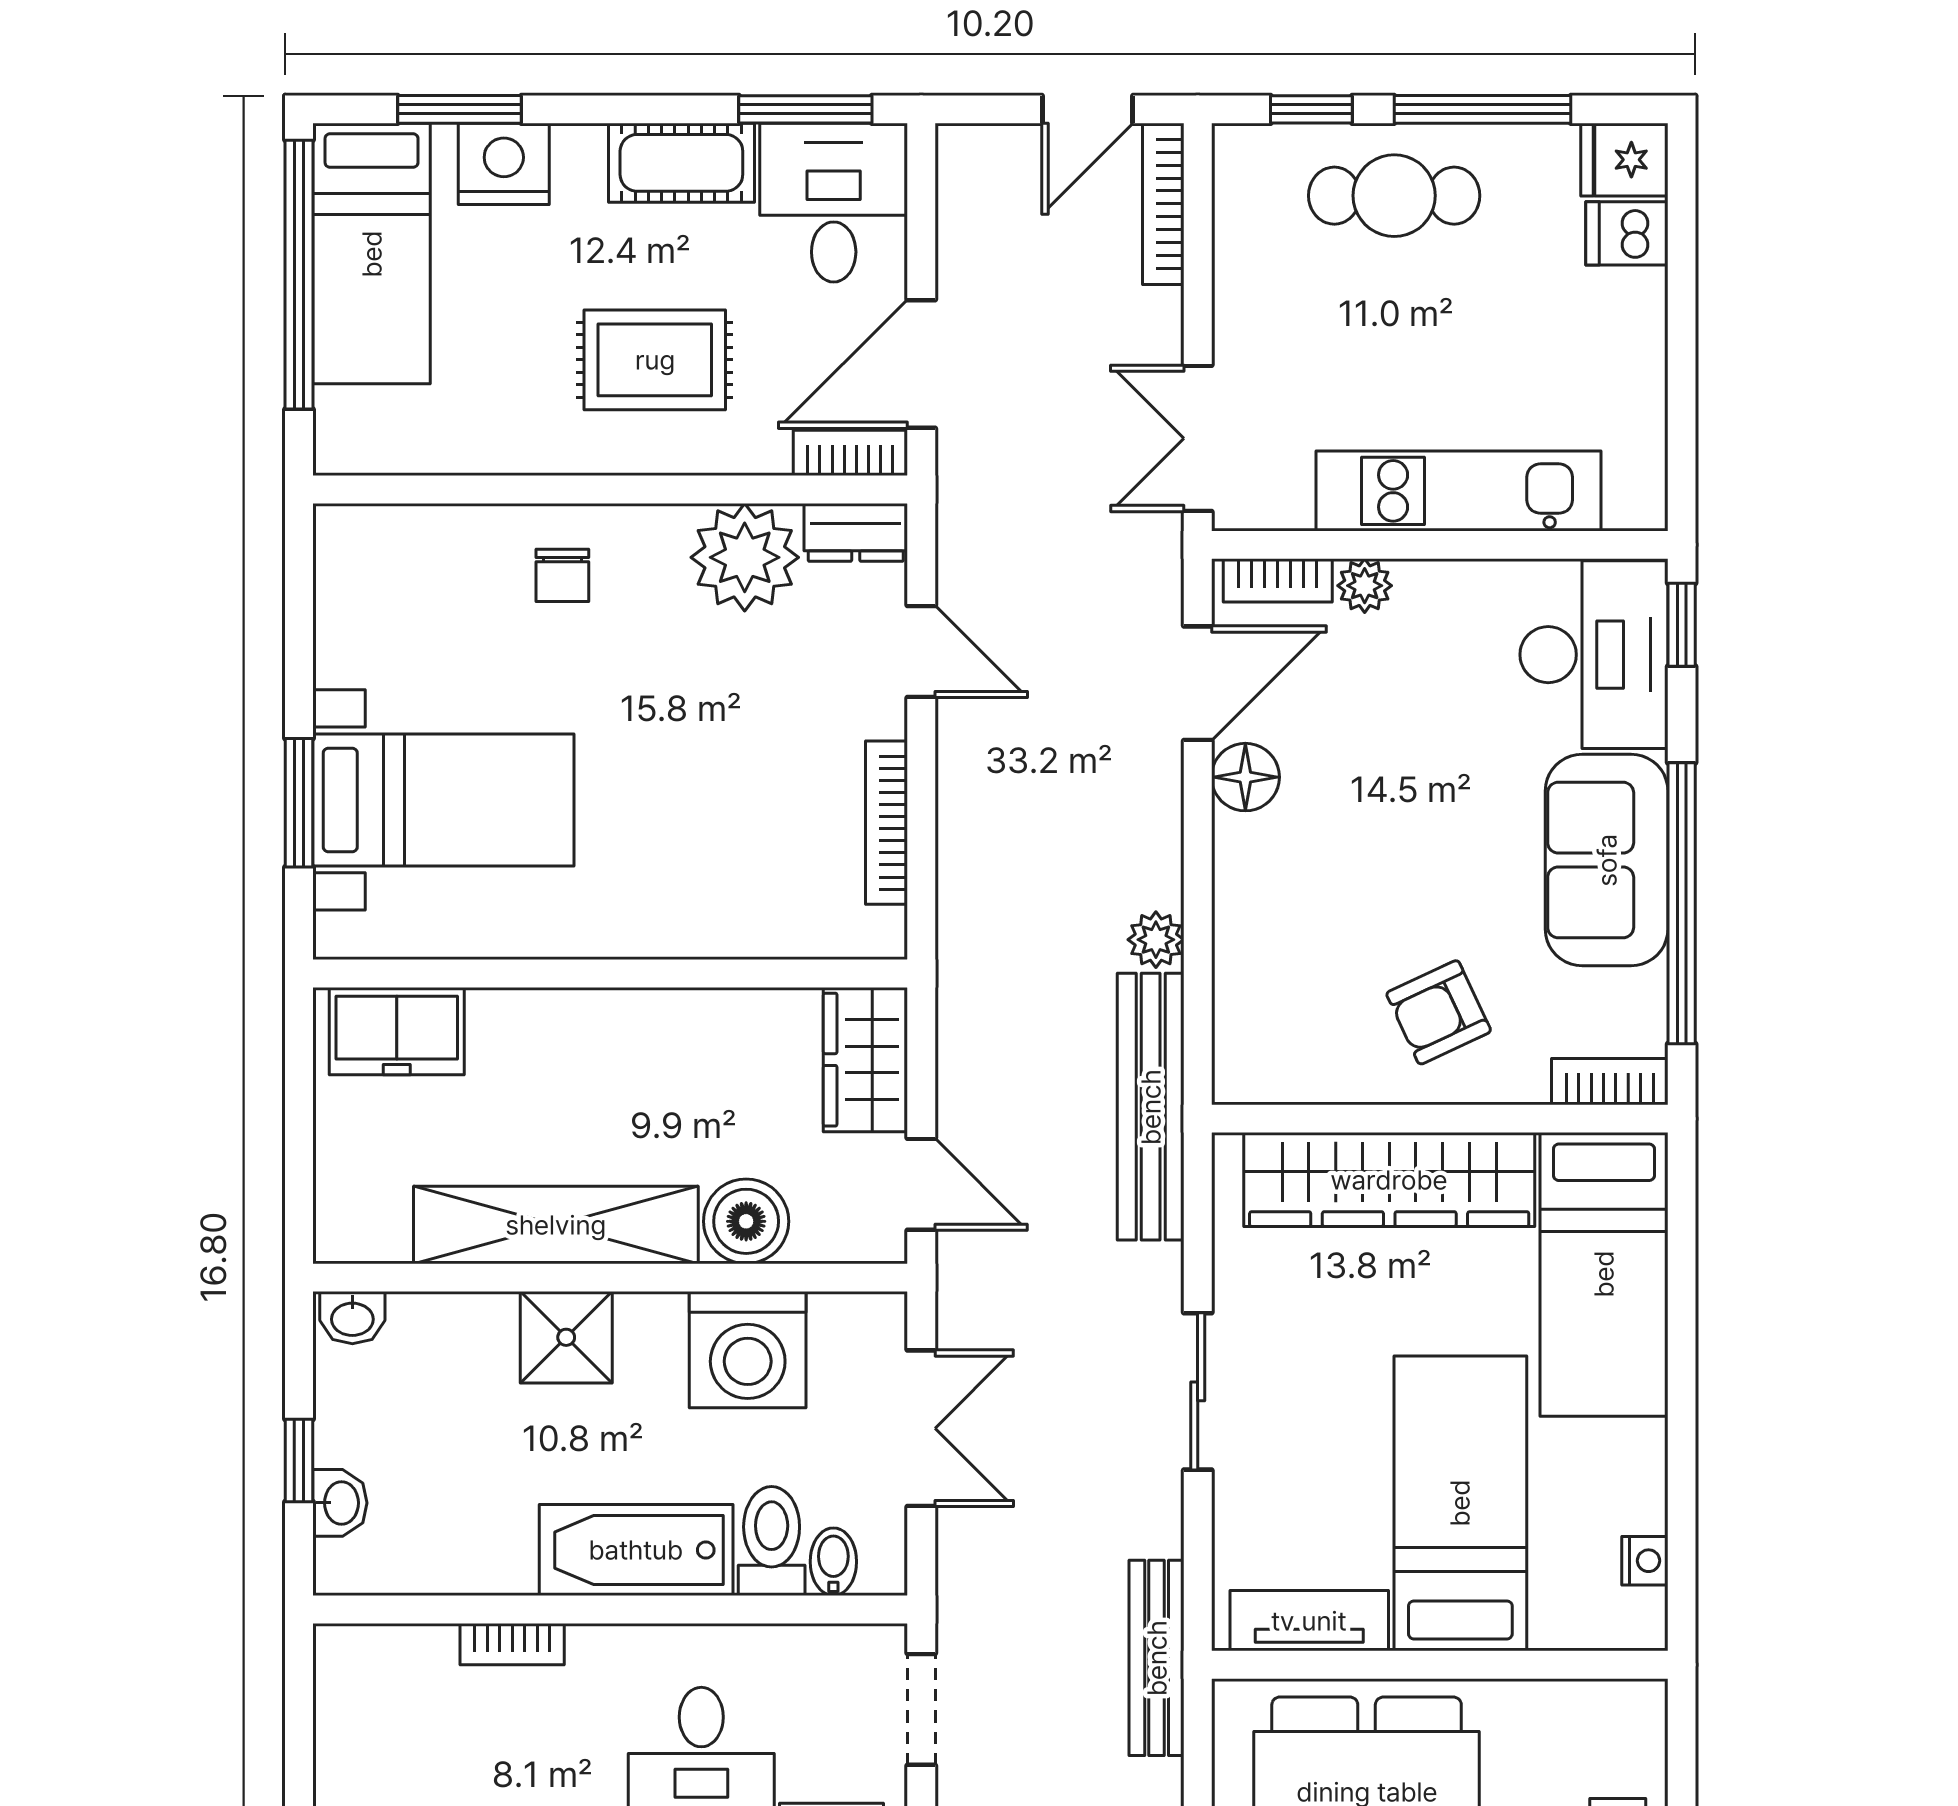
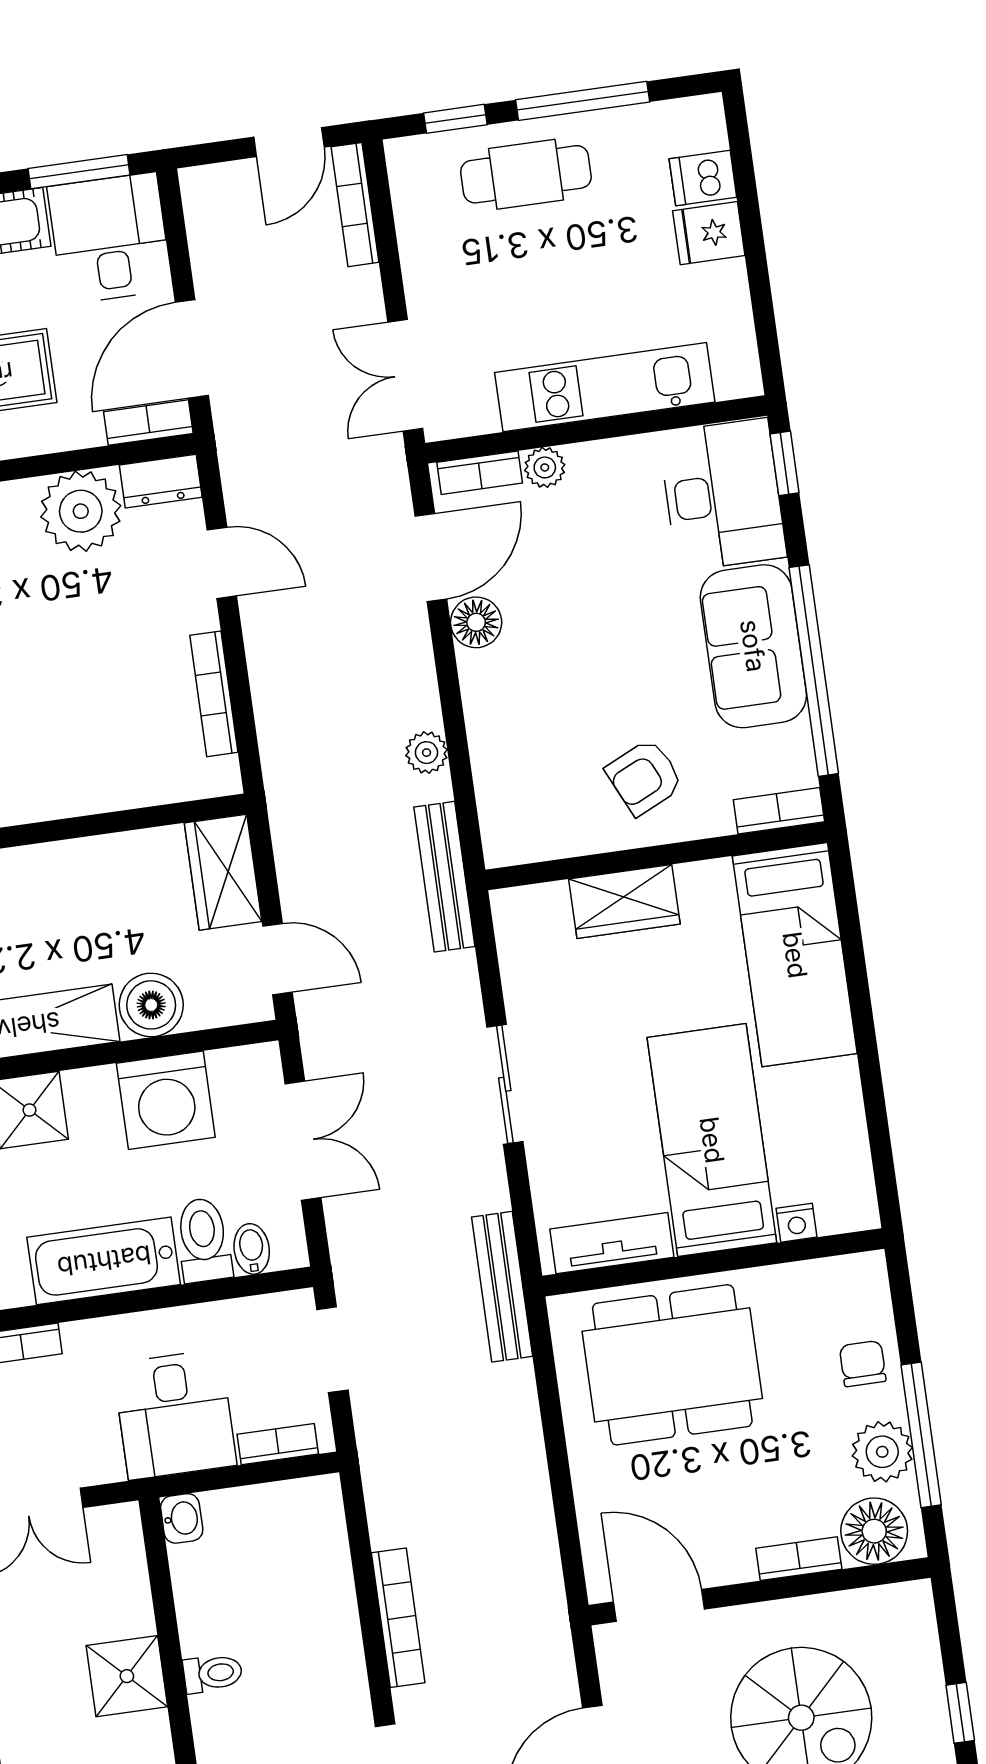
fridge: (1624, 160) -> (709, 233), moved
bench: (1151, 1107) -> (444, 877), width x0.73, depth x0.82
wardrobe: (1389, 1180) -> (624, 901), width x0.48, depth x0.85
nightstand: (1645, 1561) -> (796, 1223), moved, turned 90

